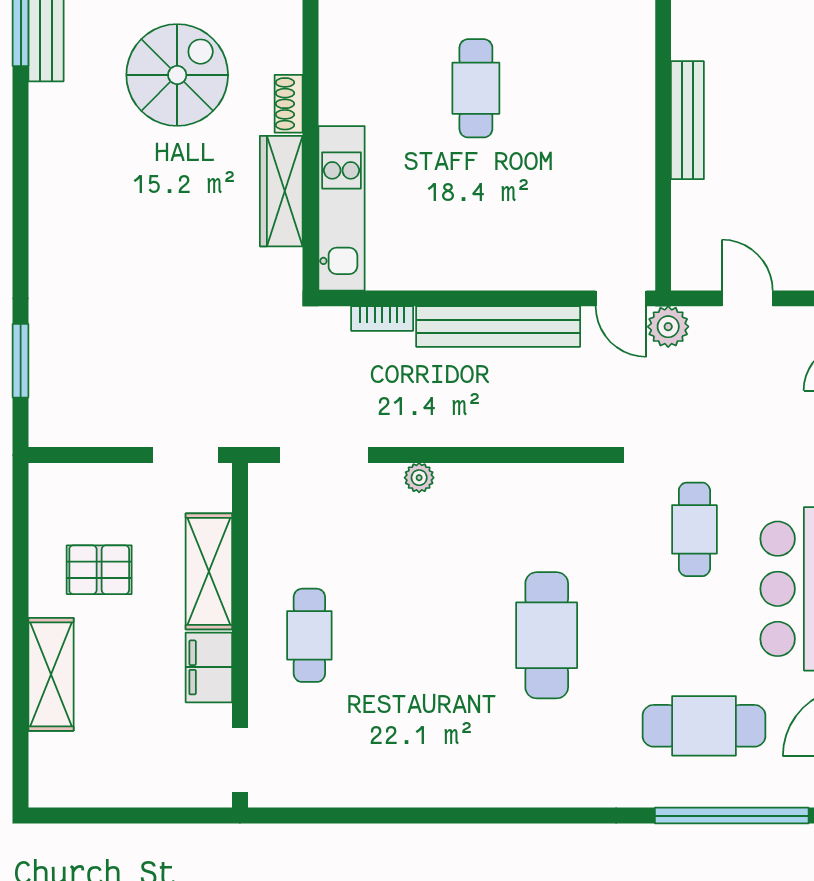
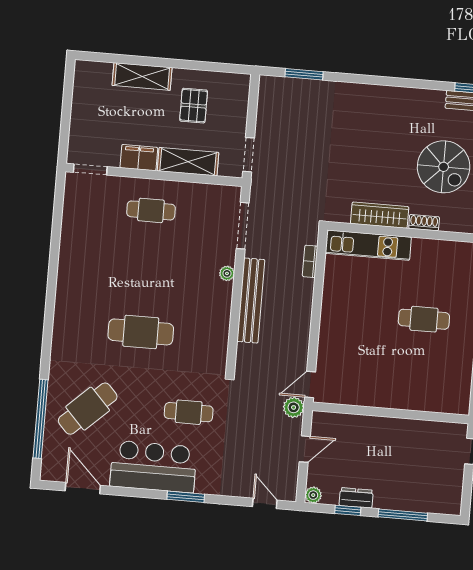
bench: (687, 120) -> (398, 426), removed
bench: (498, 327) -> (251, 301), moved
cafe table: (704, 726) -> (88, 409), turned 47

